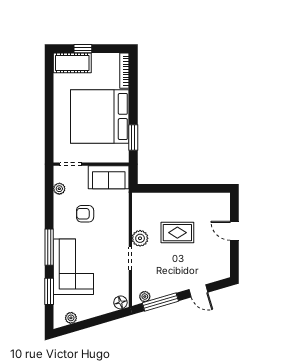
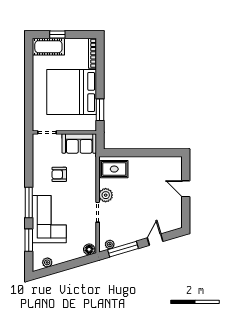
plant: (59, 189) -> (37, 153), removed
rug: (177, 233) -> (114, 169), moved
door: (198, 291) -> (155, 240), swing flipped

